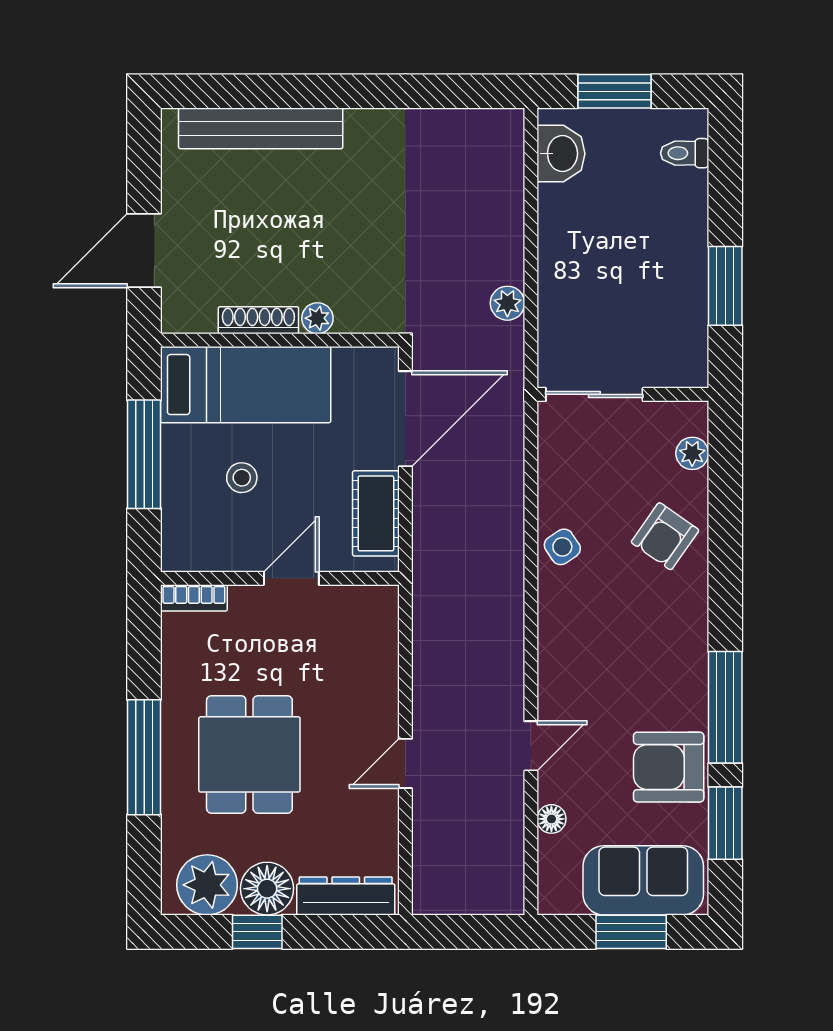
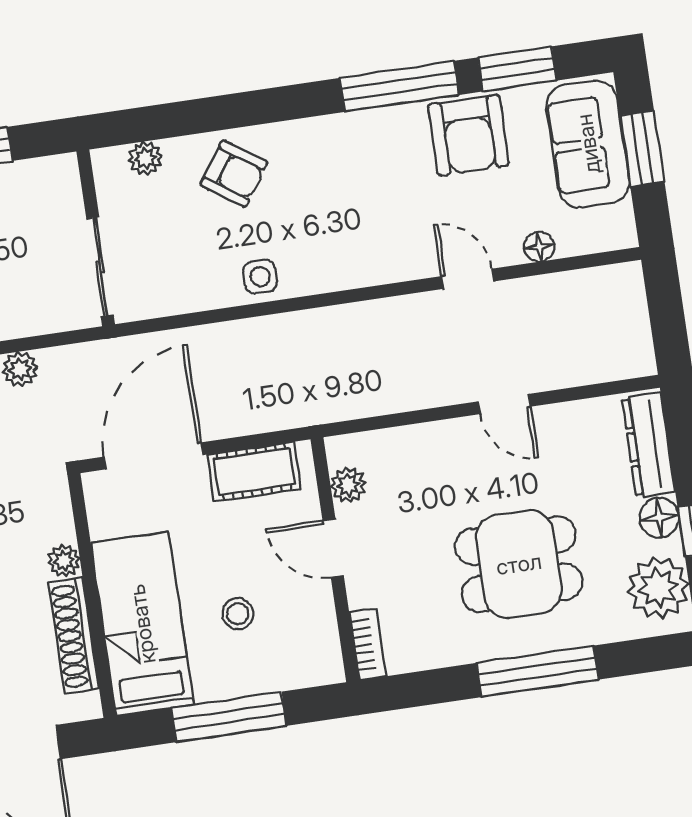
shoe rack: (258, 320) -> (74, 636), width x1.36, depth x1.24
door: (405, 419) -> (153, 456), hinge flipped
side table: (562, 547) -> (260, 277), turned 34
plant: (350, 602) -> (348, 485), added
floor lamp: (267, 889) -> (659, 518), width x0.73, depth x0.73

